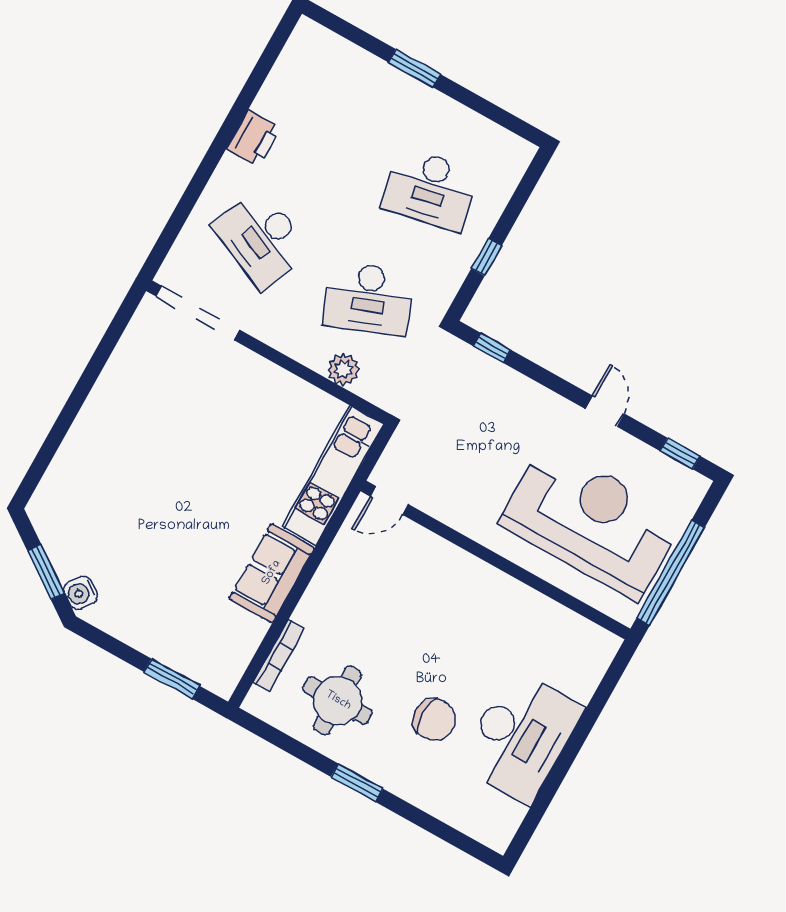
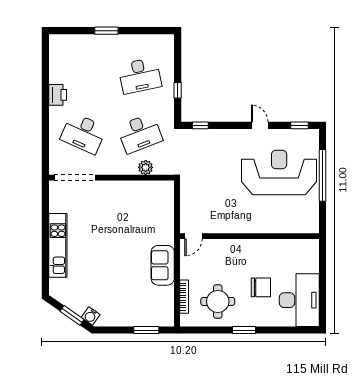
kitchen unit: (333, 476) -> (58, 245), moved, turned 180
door: (389, 500) -> (193, 236), moved
wall: (495, 560) -> (249, 236), moved
desk: (521, 736) -> (299, 300), moved

